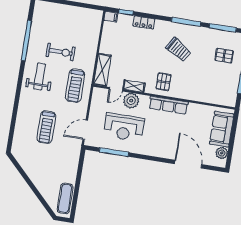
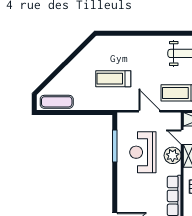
treadmill: (46, 127) -> (113, 79), moved
door: (85, 130) -> (149, 111), moved

